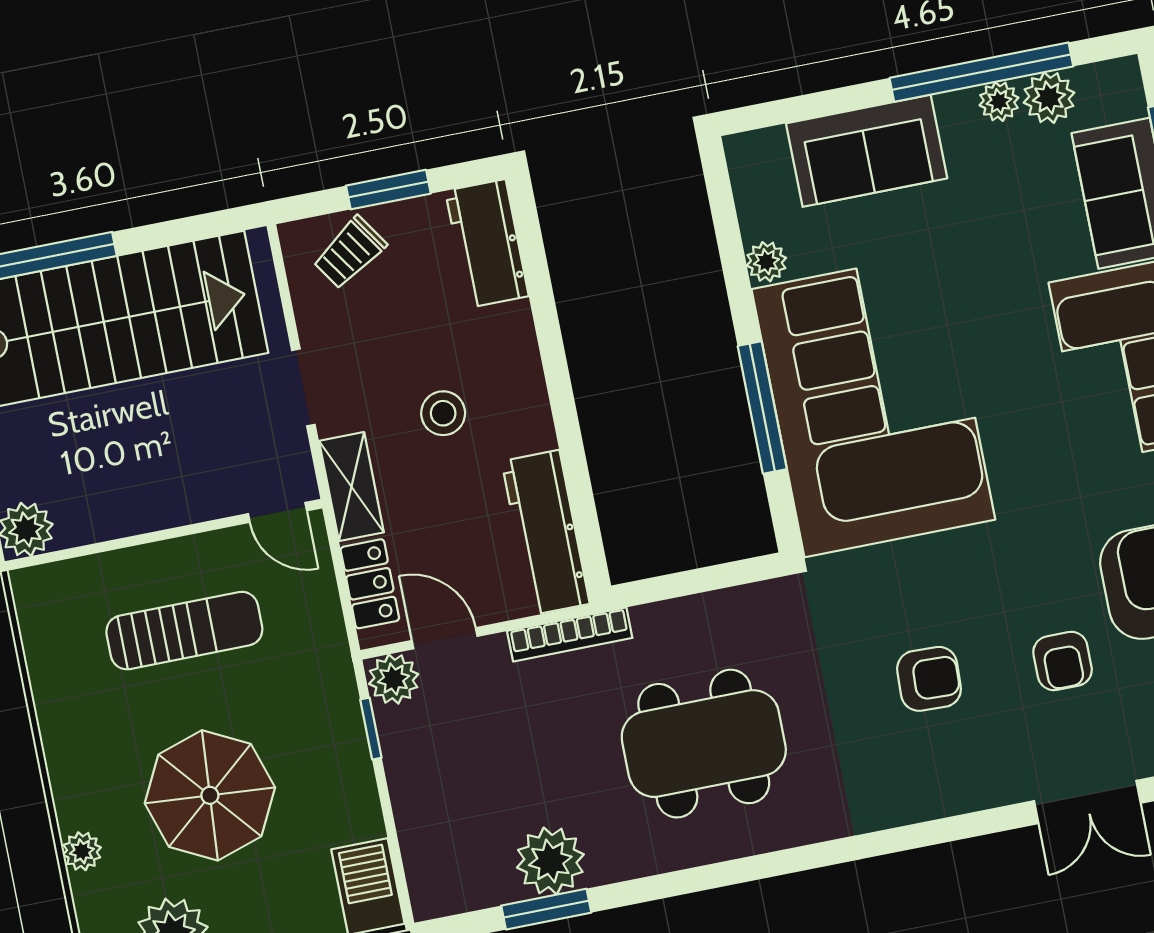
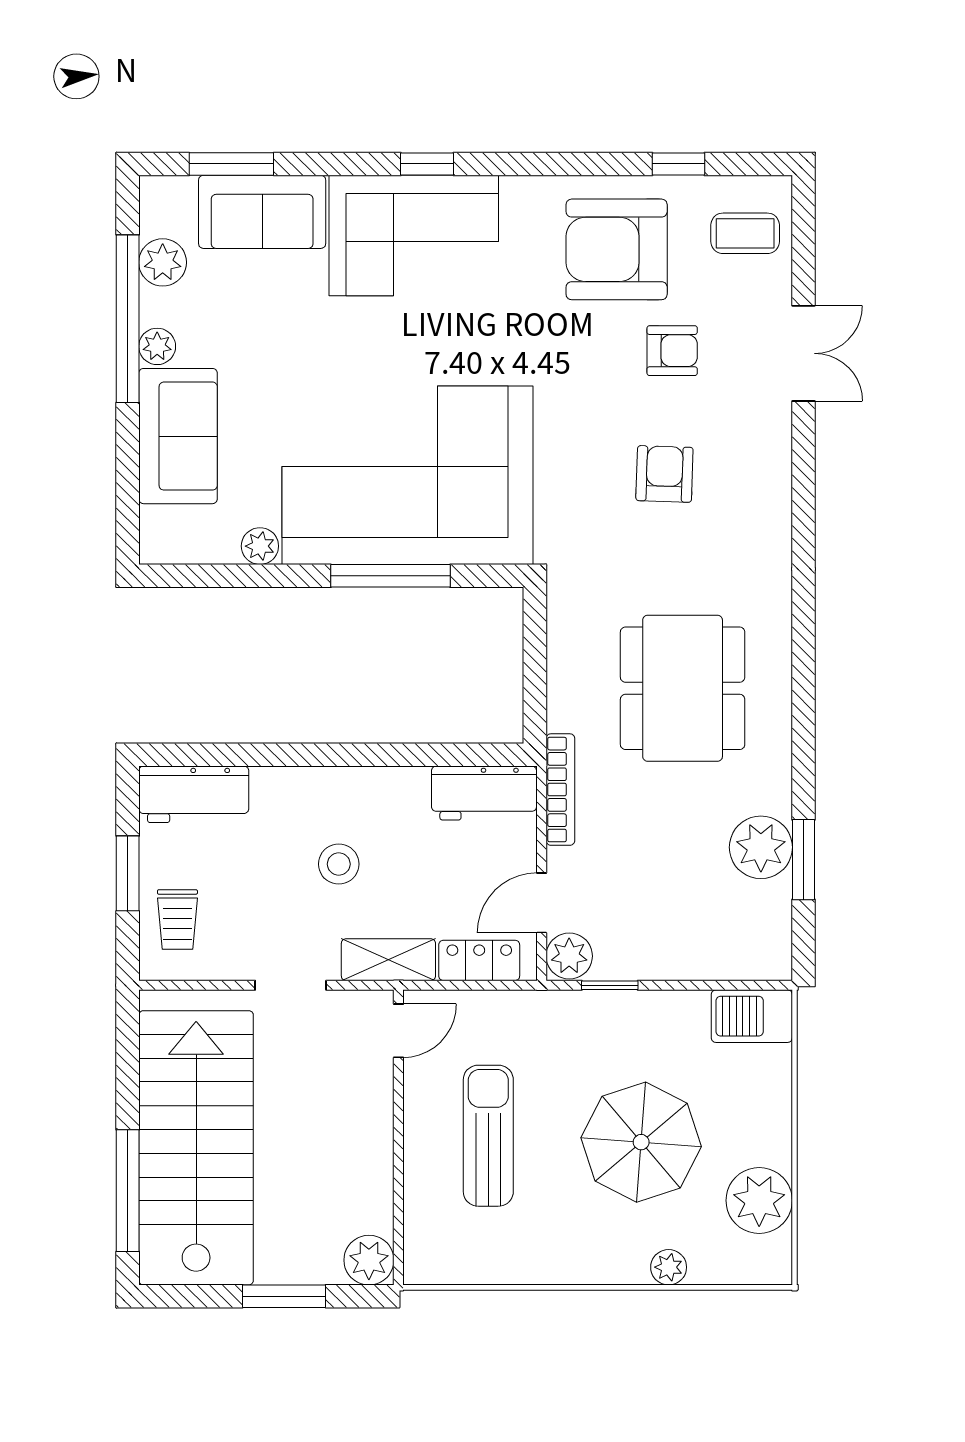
plant: (999, 101) -> (157, 346), moved
trolley: (350, 253) -> (177, 920), turned 34
workbench: (546, 532) -> (484, 793), width x0.73

